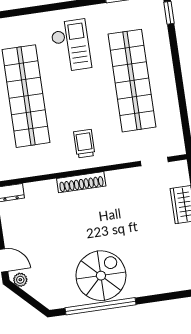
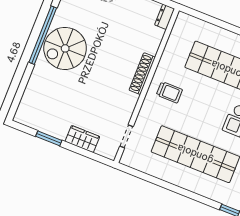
spiral stairs: (101, 276) -> (65, 48), turned 90

